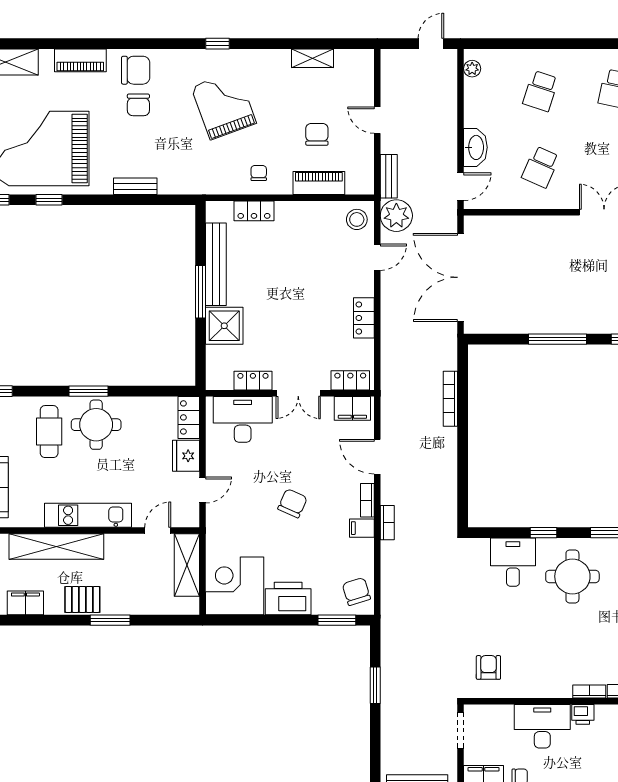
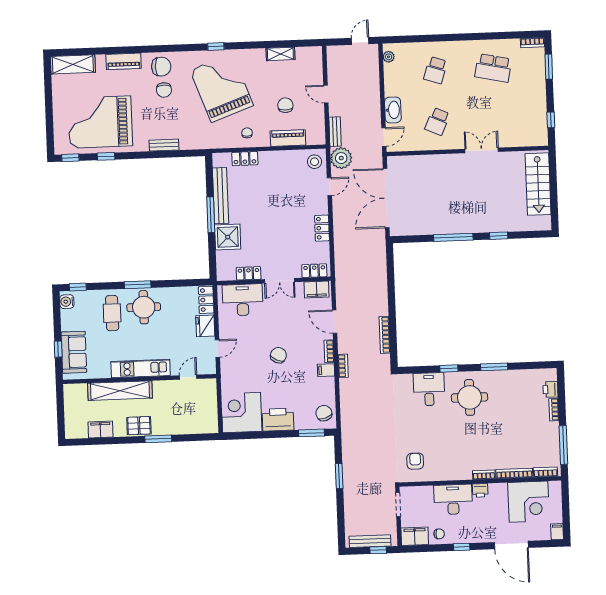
grand piano: (224, 105) -> (222, 88), width x1.37, depth x1.48
bookcase: (450, 399) -> (385, 335), moved
shelving: (187, 565) -> (209, 400), removed

